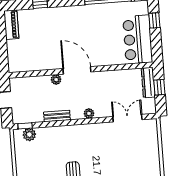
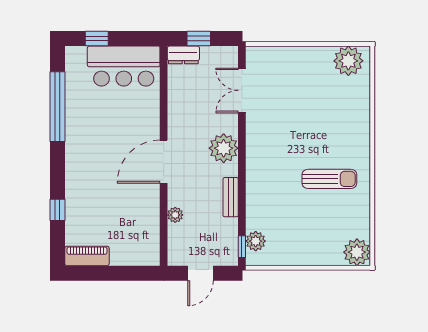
plant: (56, 80) -> (175, 215), moved
dresser: (148, 83) -> (183, 55), width x0.70
plant: (89, 113) -> (224, 148), width x1.87, depth x1.87

